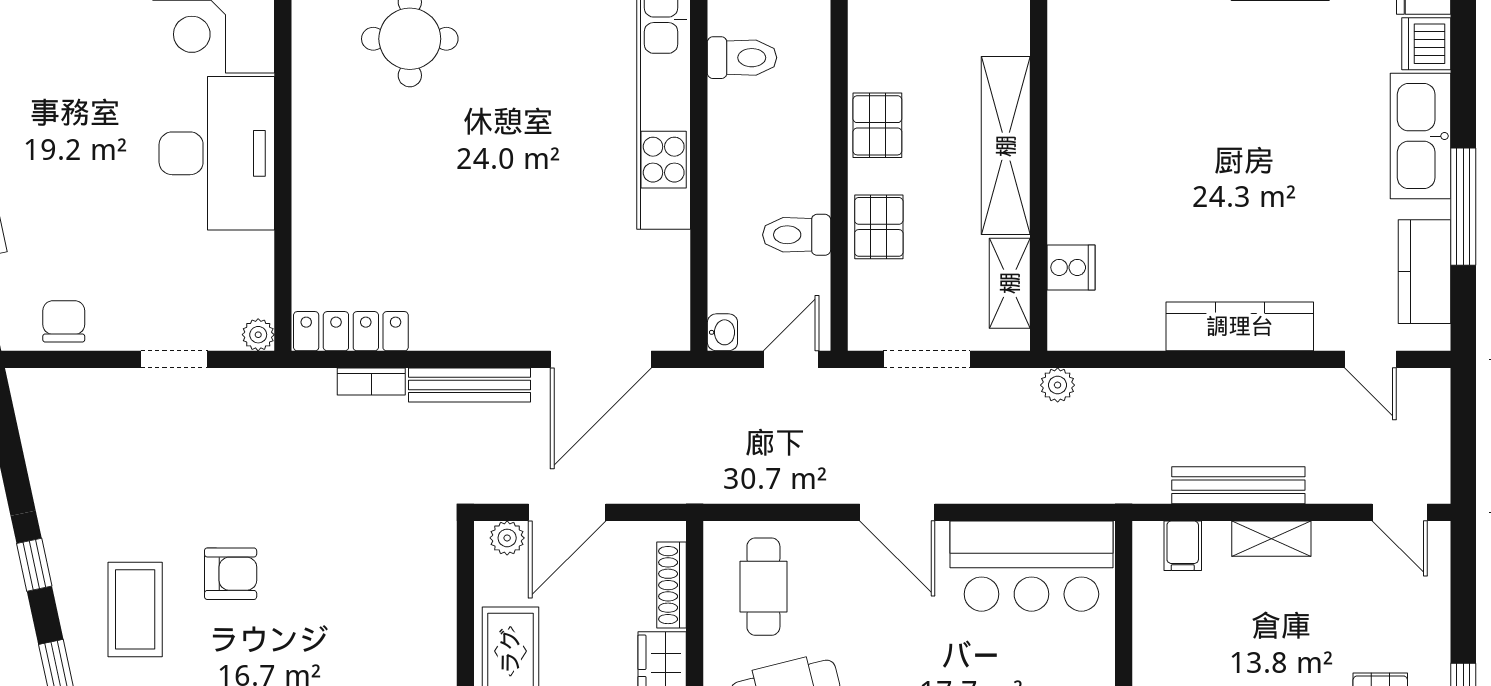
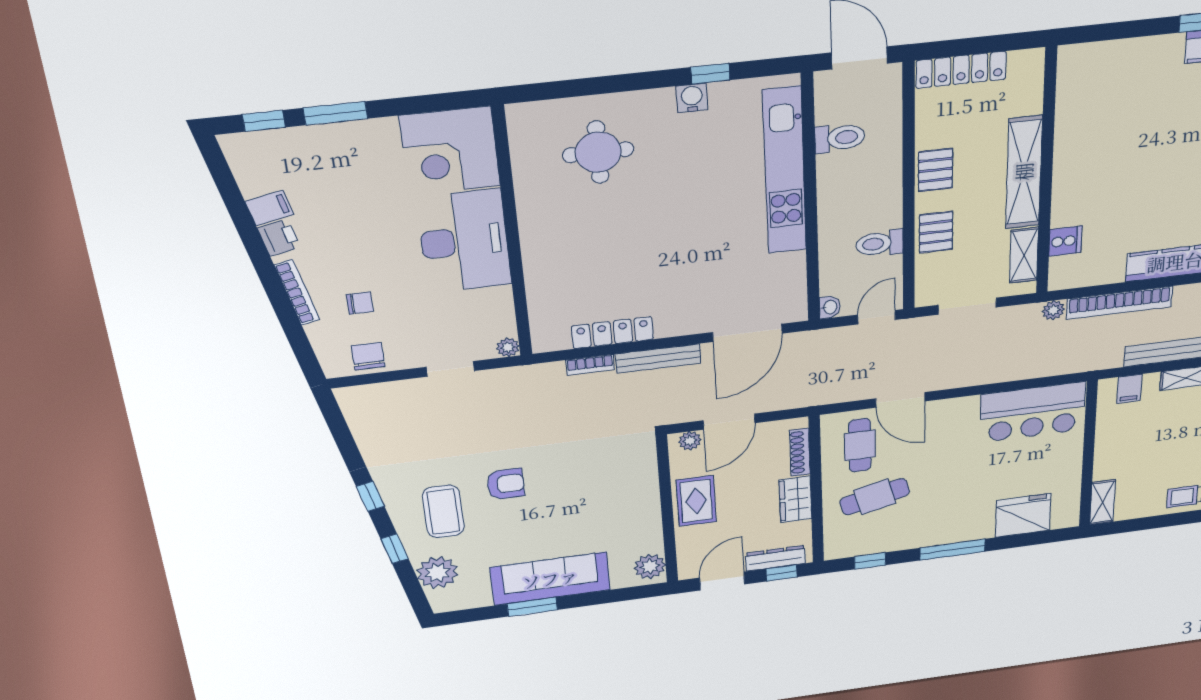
chair: (64, 233) -> (360, 303), added
locker: (351, 331) -> (613, 333), moved
bookcase: (1159, 386) -> (1119, 303), added
door: (897, 512) -> (900, 400), moved

